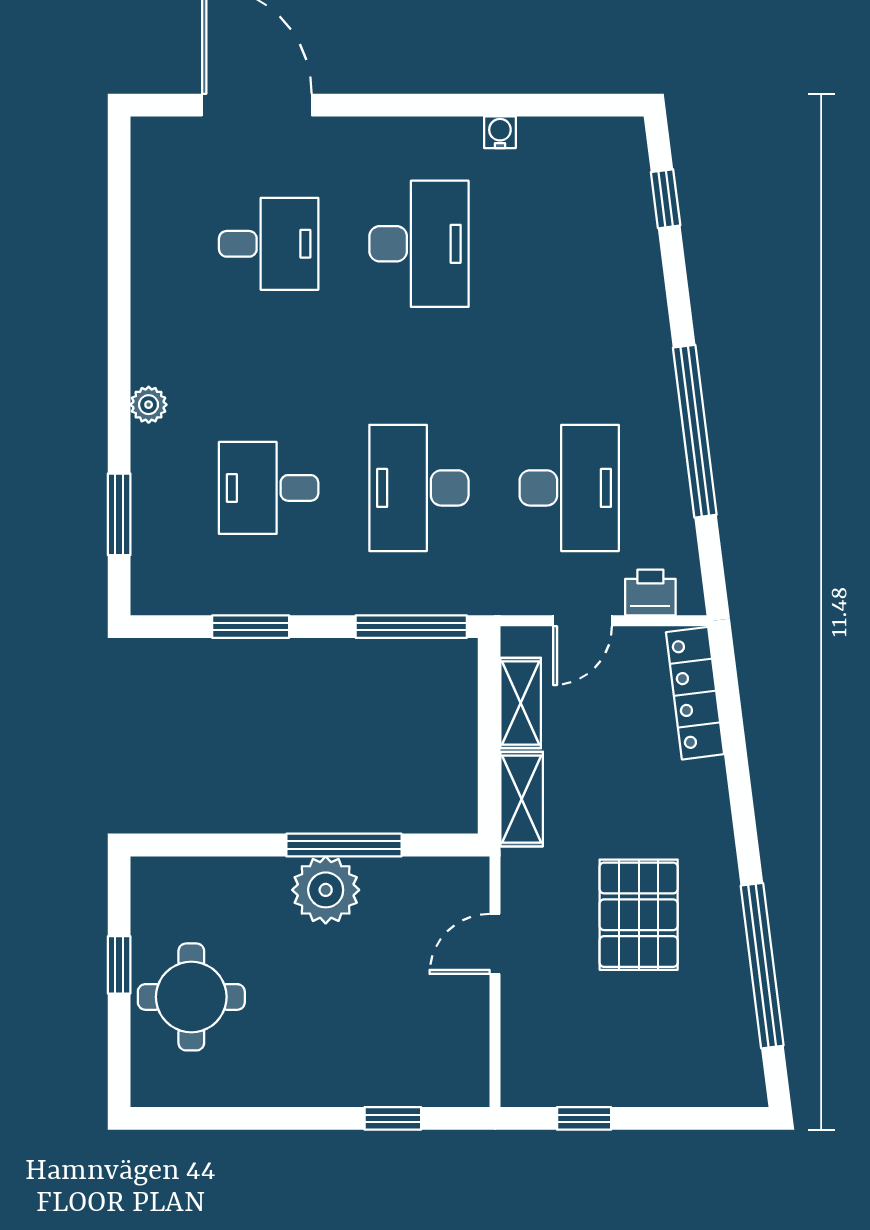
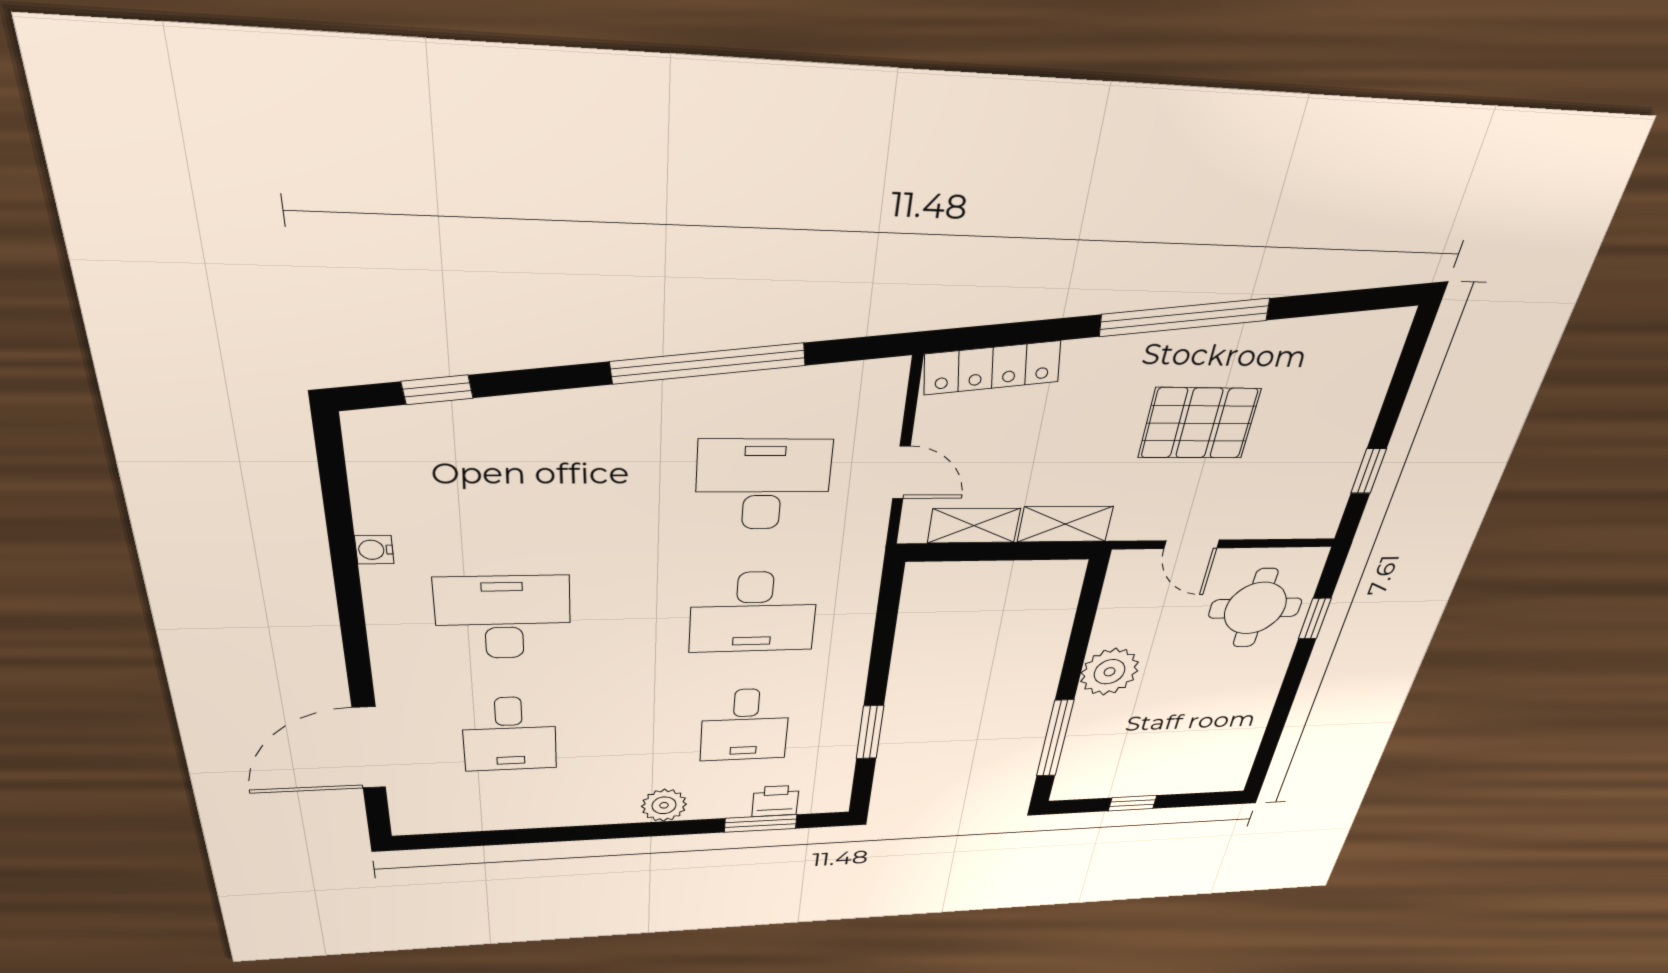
desk: (269, 244) -> (509, 734), turned 180
plant: (149, 405) -> (664, 805), width x1.38, depth x1.38
printer: (650, 592) -> (775, 801), moved, turned 90
window: (411, 627) -> (887, 615), removed
window: (344, 845) -> (1055, 738), moved
window: (762, 966) -> (1185, 317), moved
round table: (191, 997) -> (1255, 608), moved

